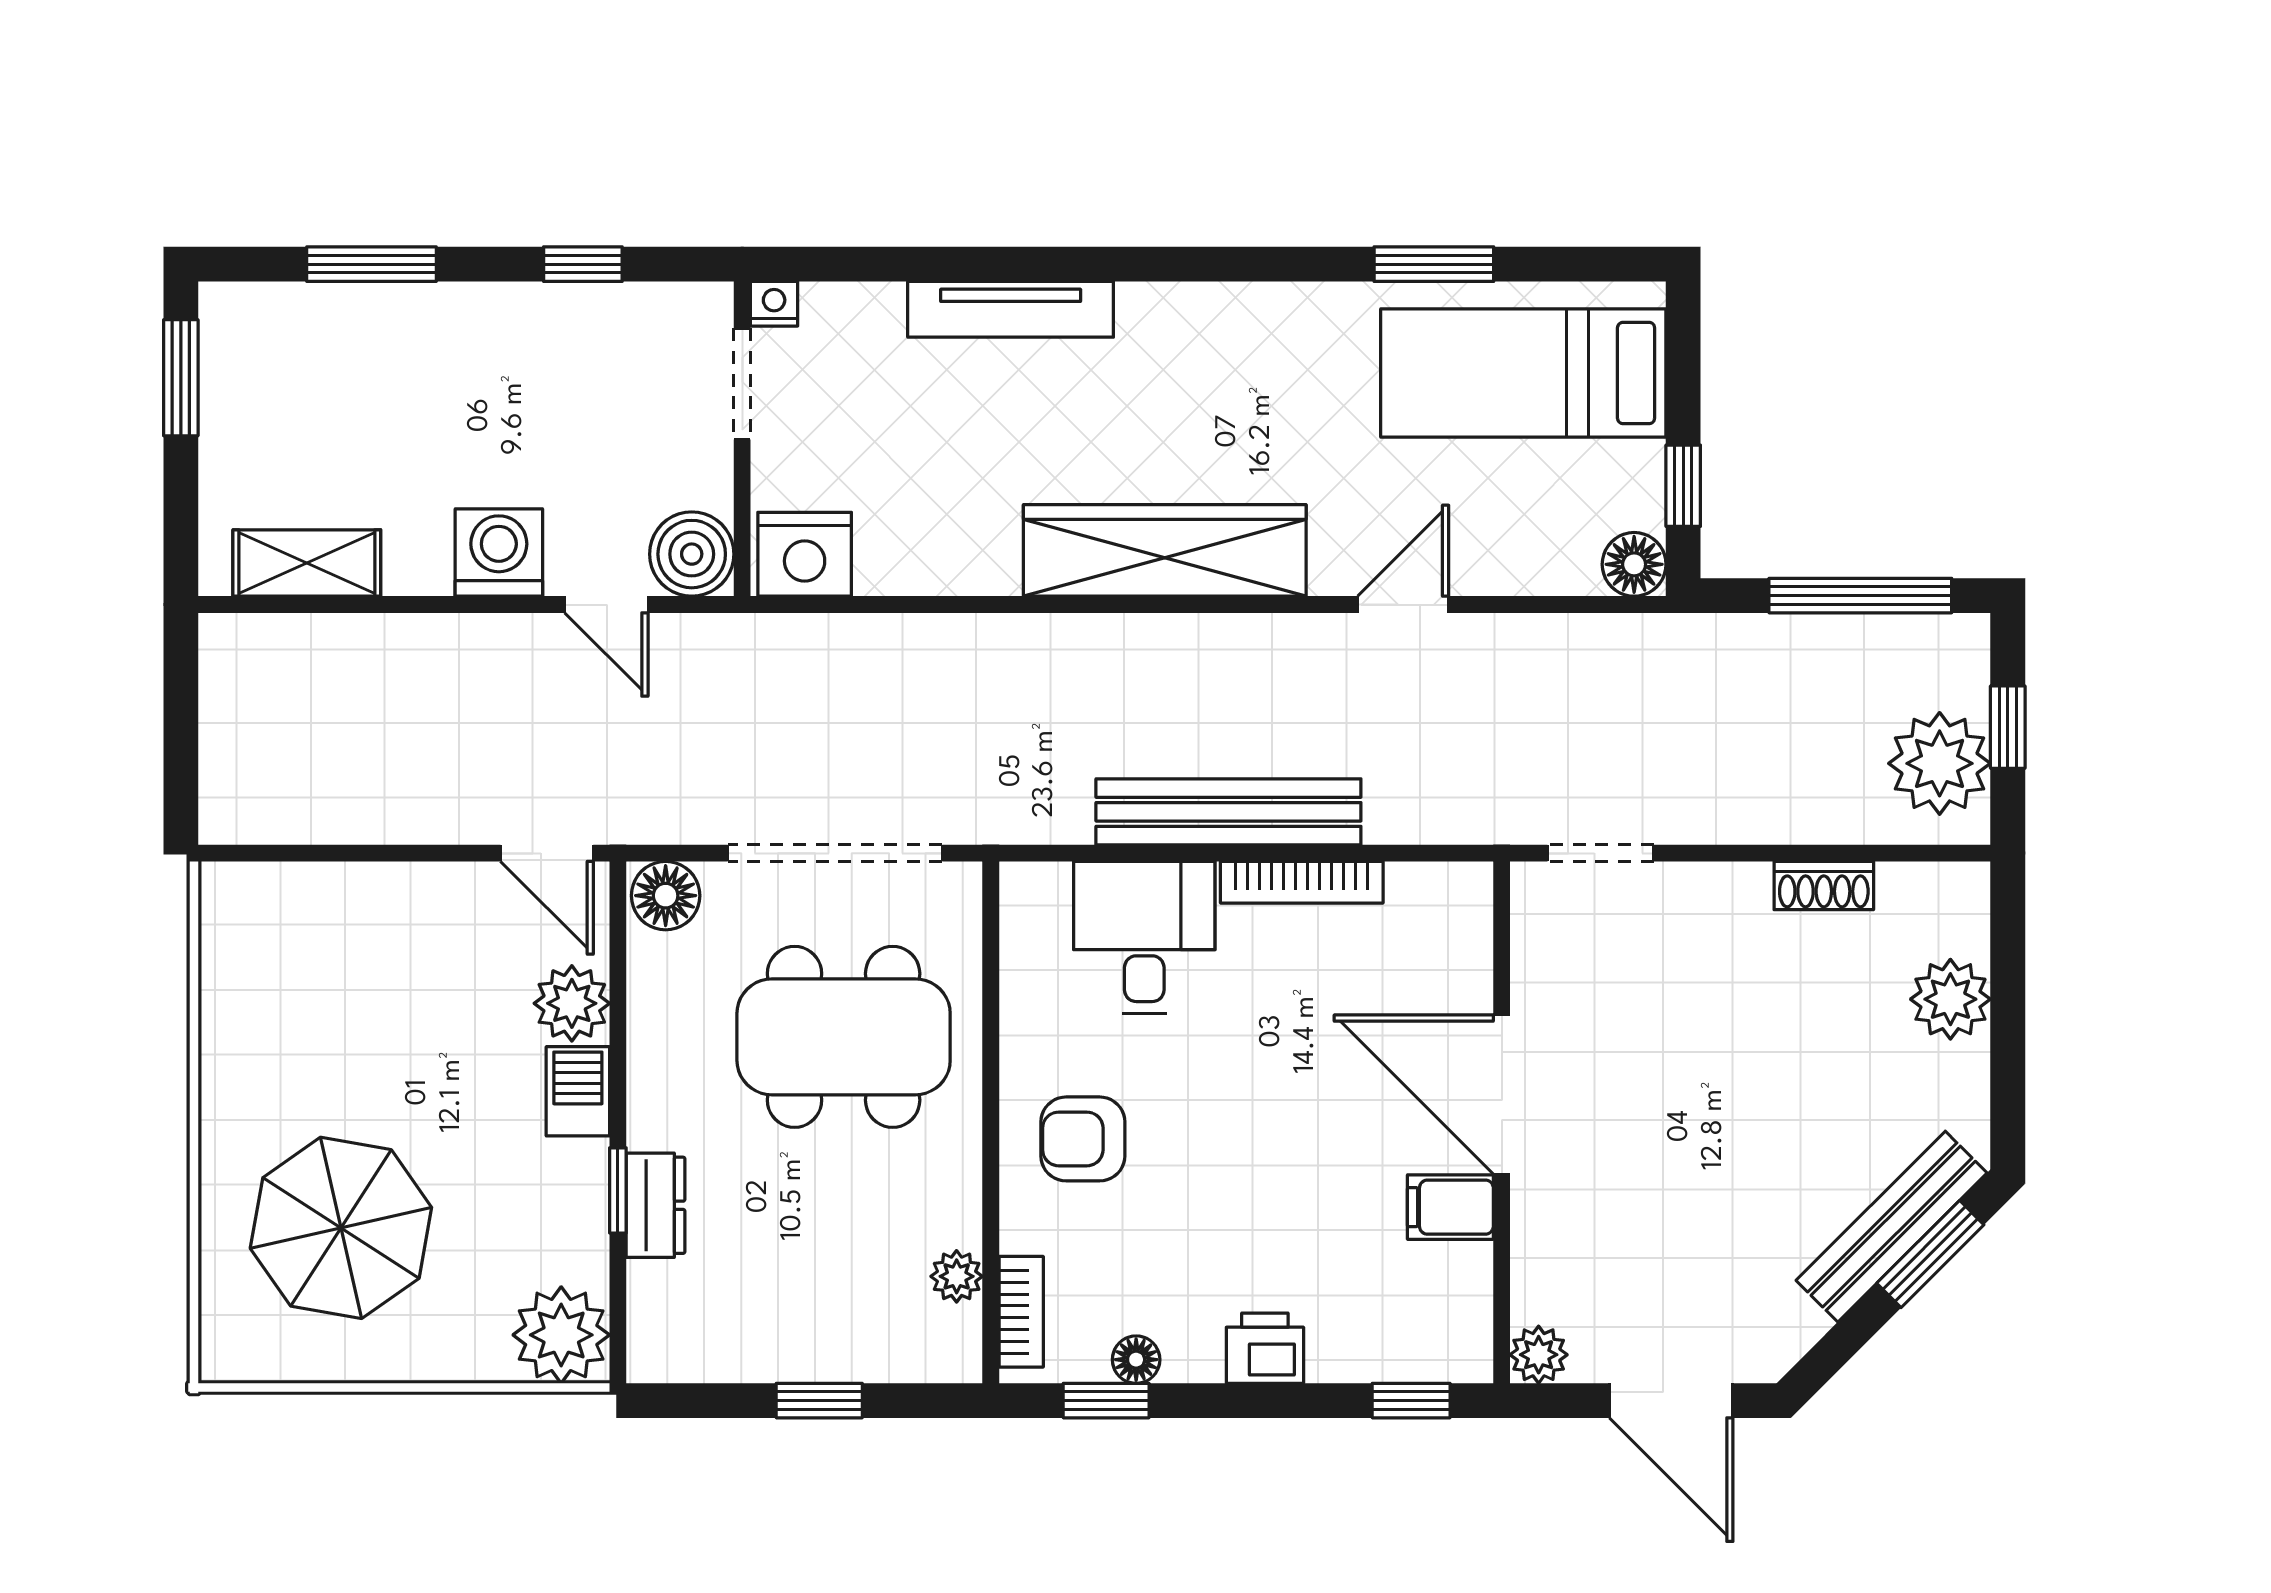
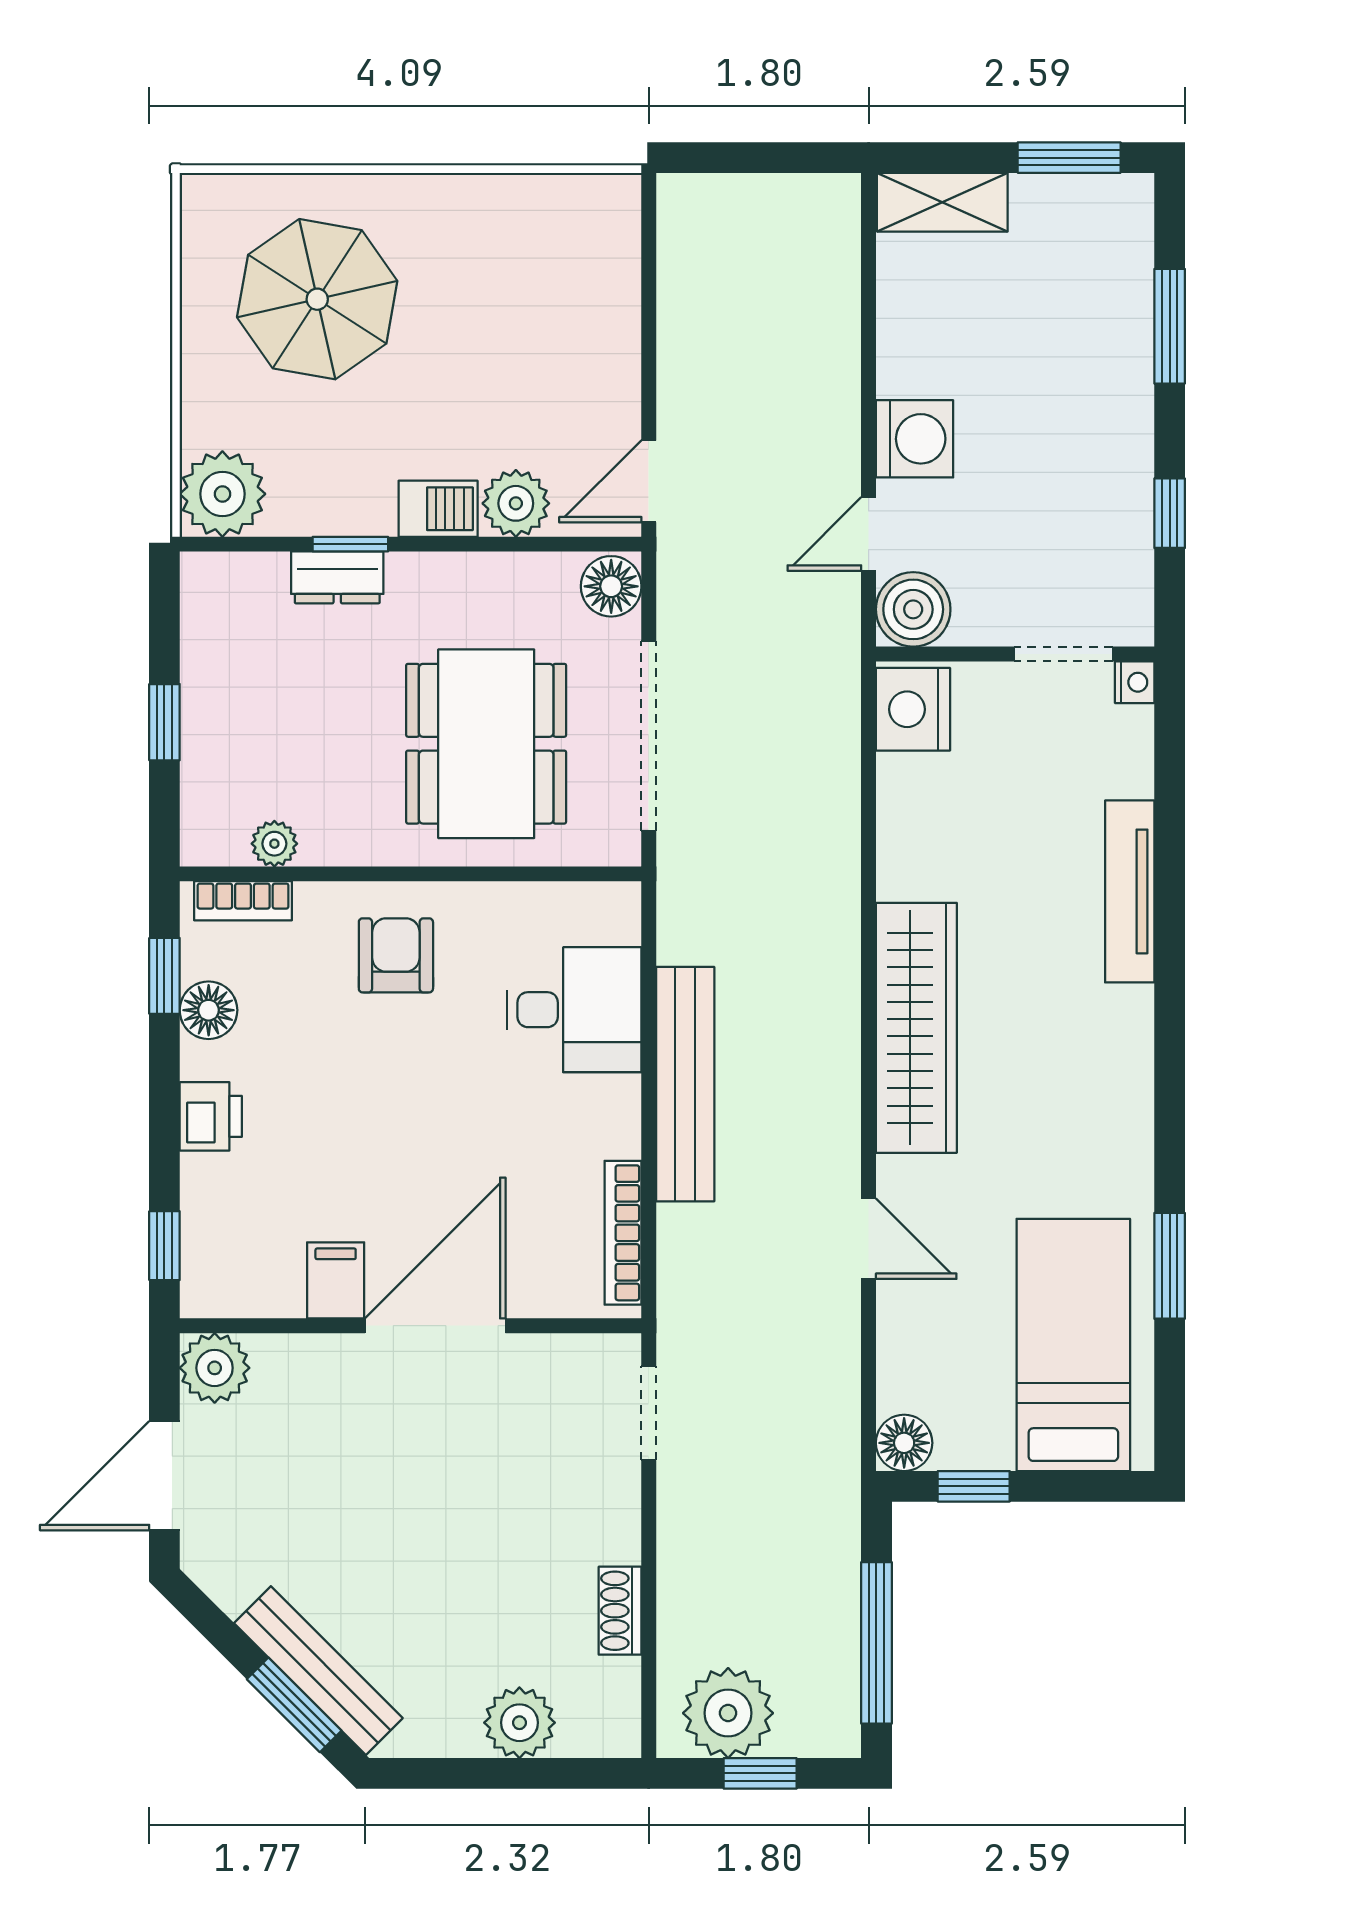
shelving: (307, 563) -> (942, 202), moved, turned 90
bookcase: (1302, 882) -> (623, 1233), moved
plant: (1539, 1355) -> (215, 1368), width x1.38, depth x1.38
floor lamp: (1136, 1360) -> (209, 1010), width x1.37, depth x1.37

